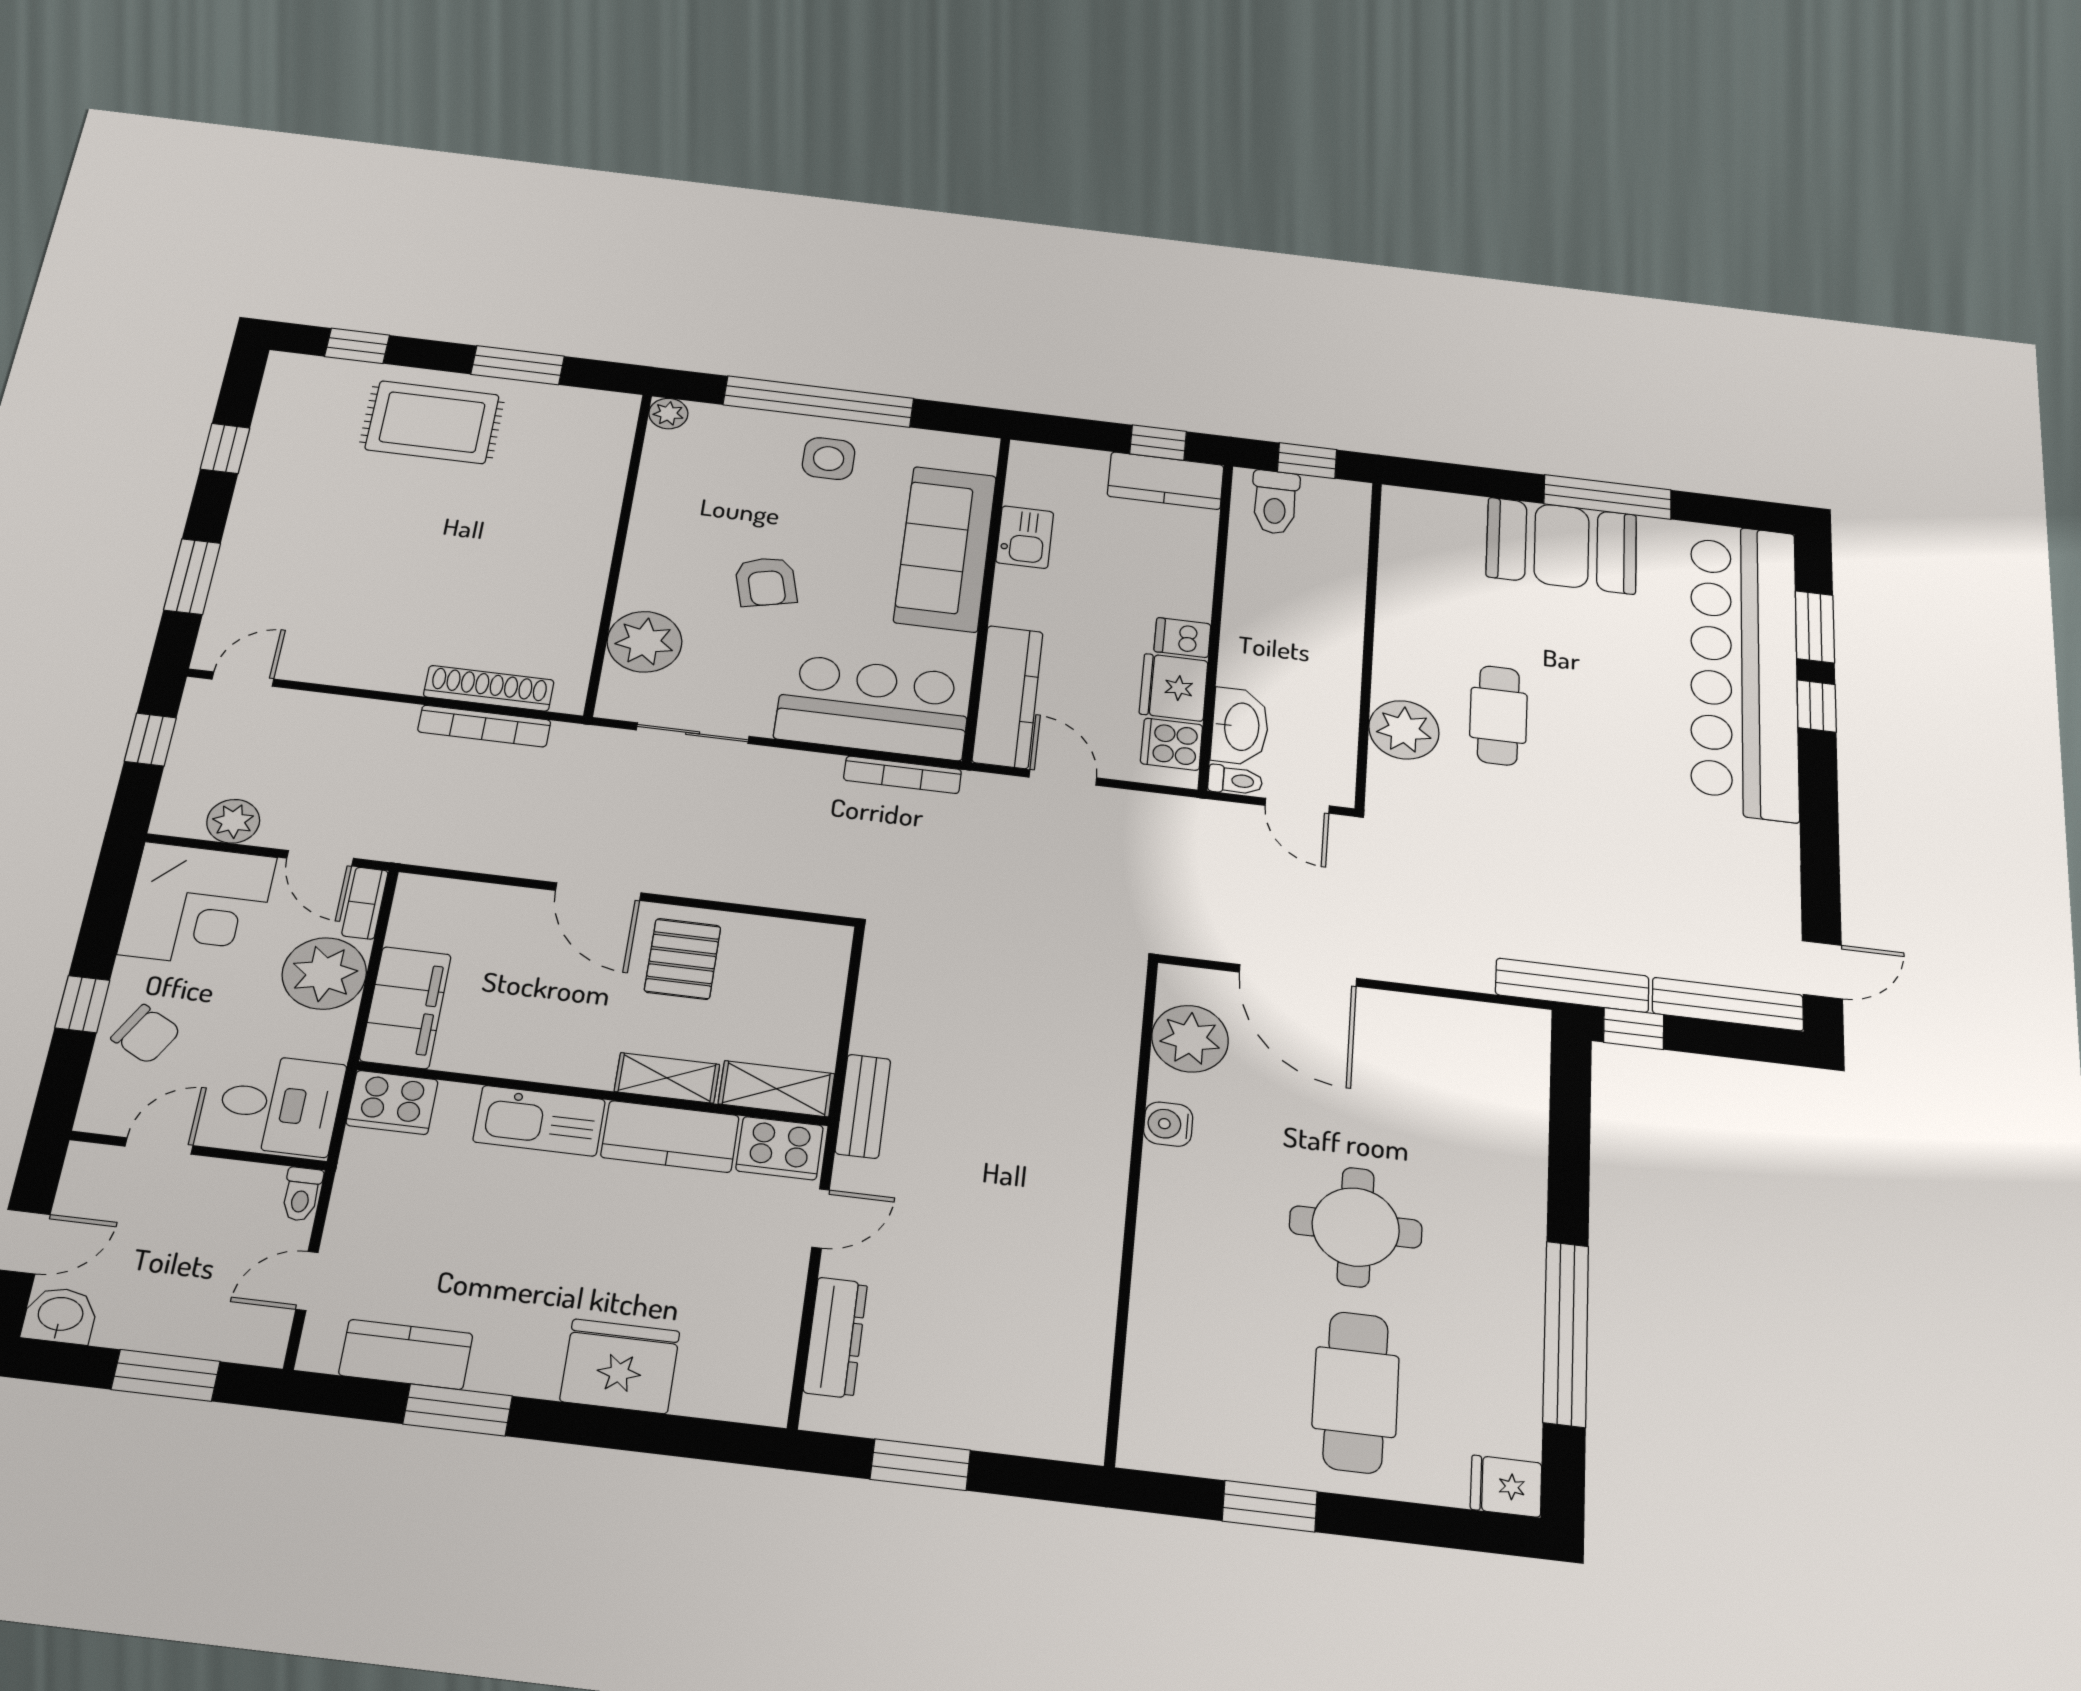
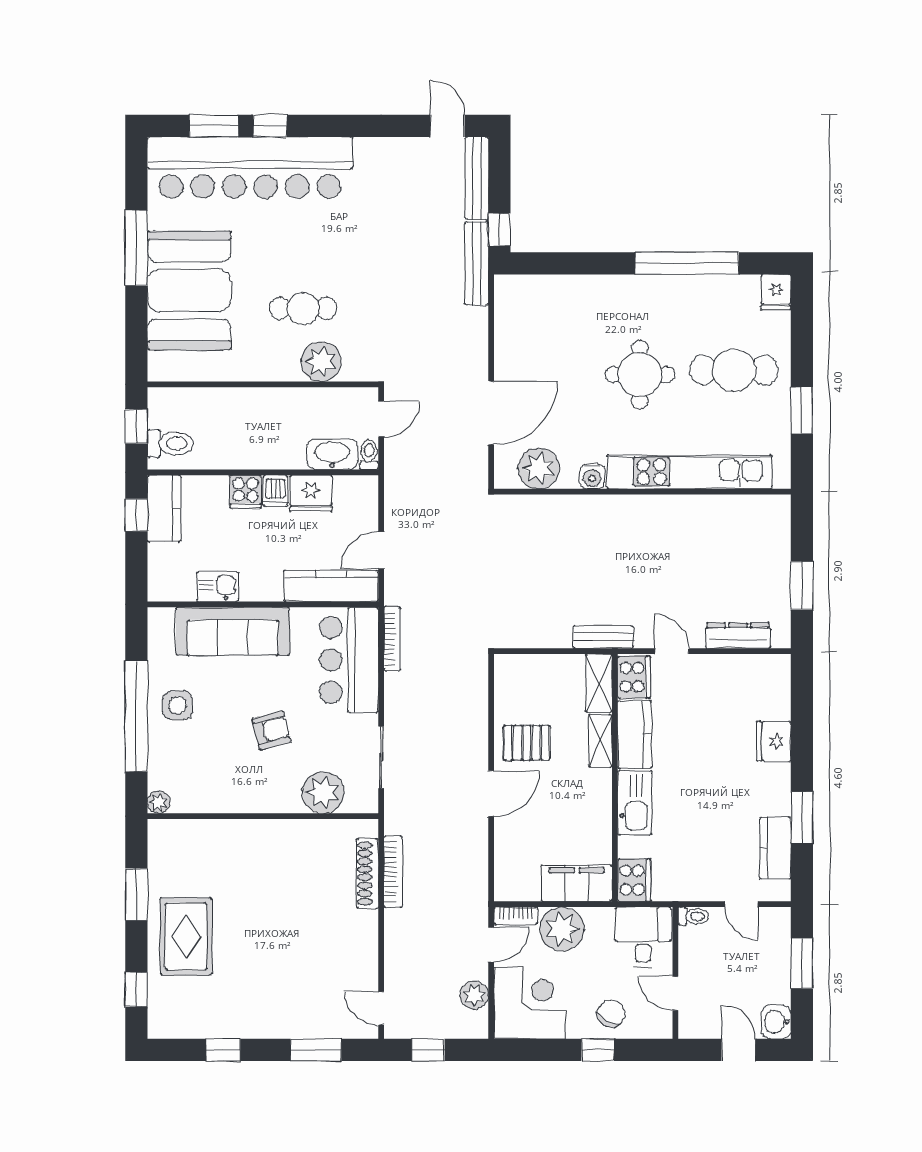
booth: (1562, 546) -> (189, 290), width x1.36, depth x1.42
cooker: (1172, 744) -> (246, 492), moved
kitchen unit: (1163, 1290) -> (690, 472), added
fridge: (620, 1366) -> (774, 741), width x0.73, depth x0.75

